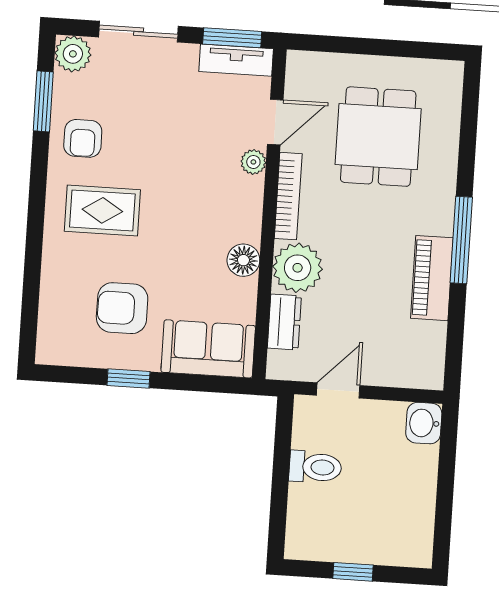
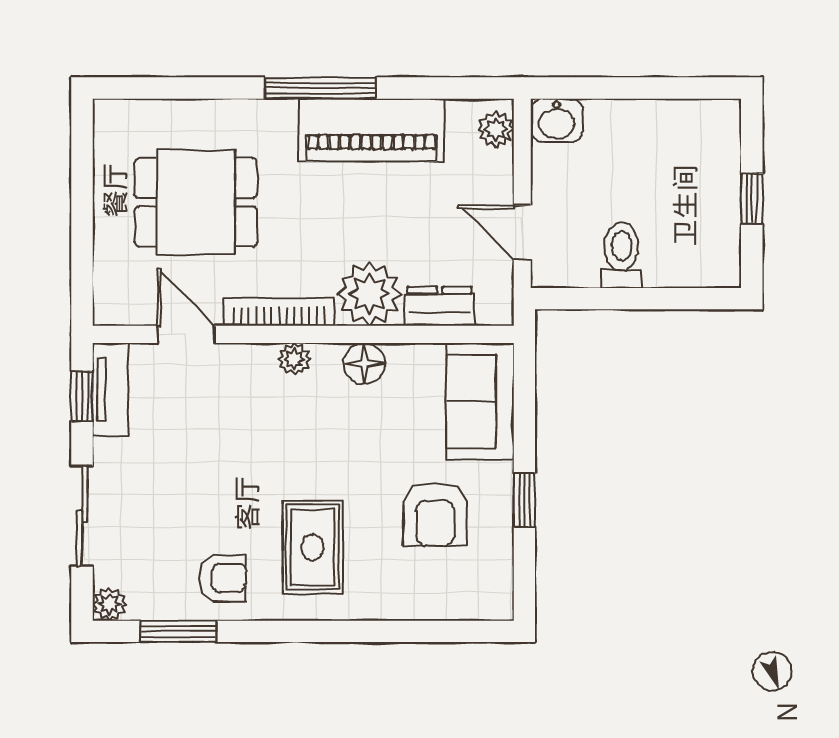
window: (232, 38) -> (82, 396), width x0.67
plant: (73, 54) -> (109, 604), width x0.73, depth x0.73
plant: (253, 162) -> (294, 359), moved
piano: (432, 278) -> (371, 130), width x1.37, depth x1.33
plant: (420, 375) -> (496, 129), added

